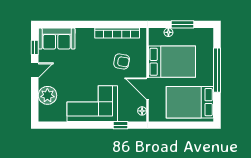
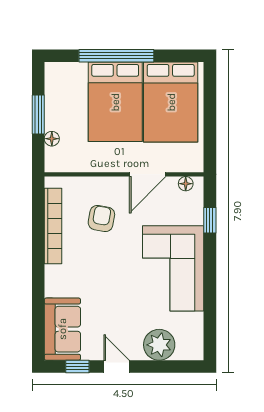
bed: (172, 62) -> (115, 102), moved, turned 180

